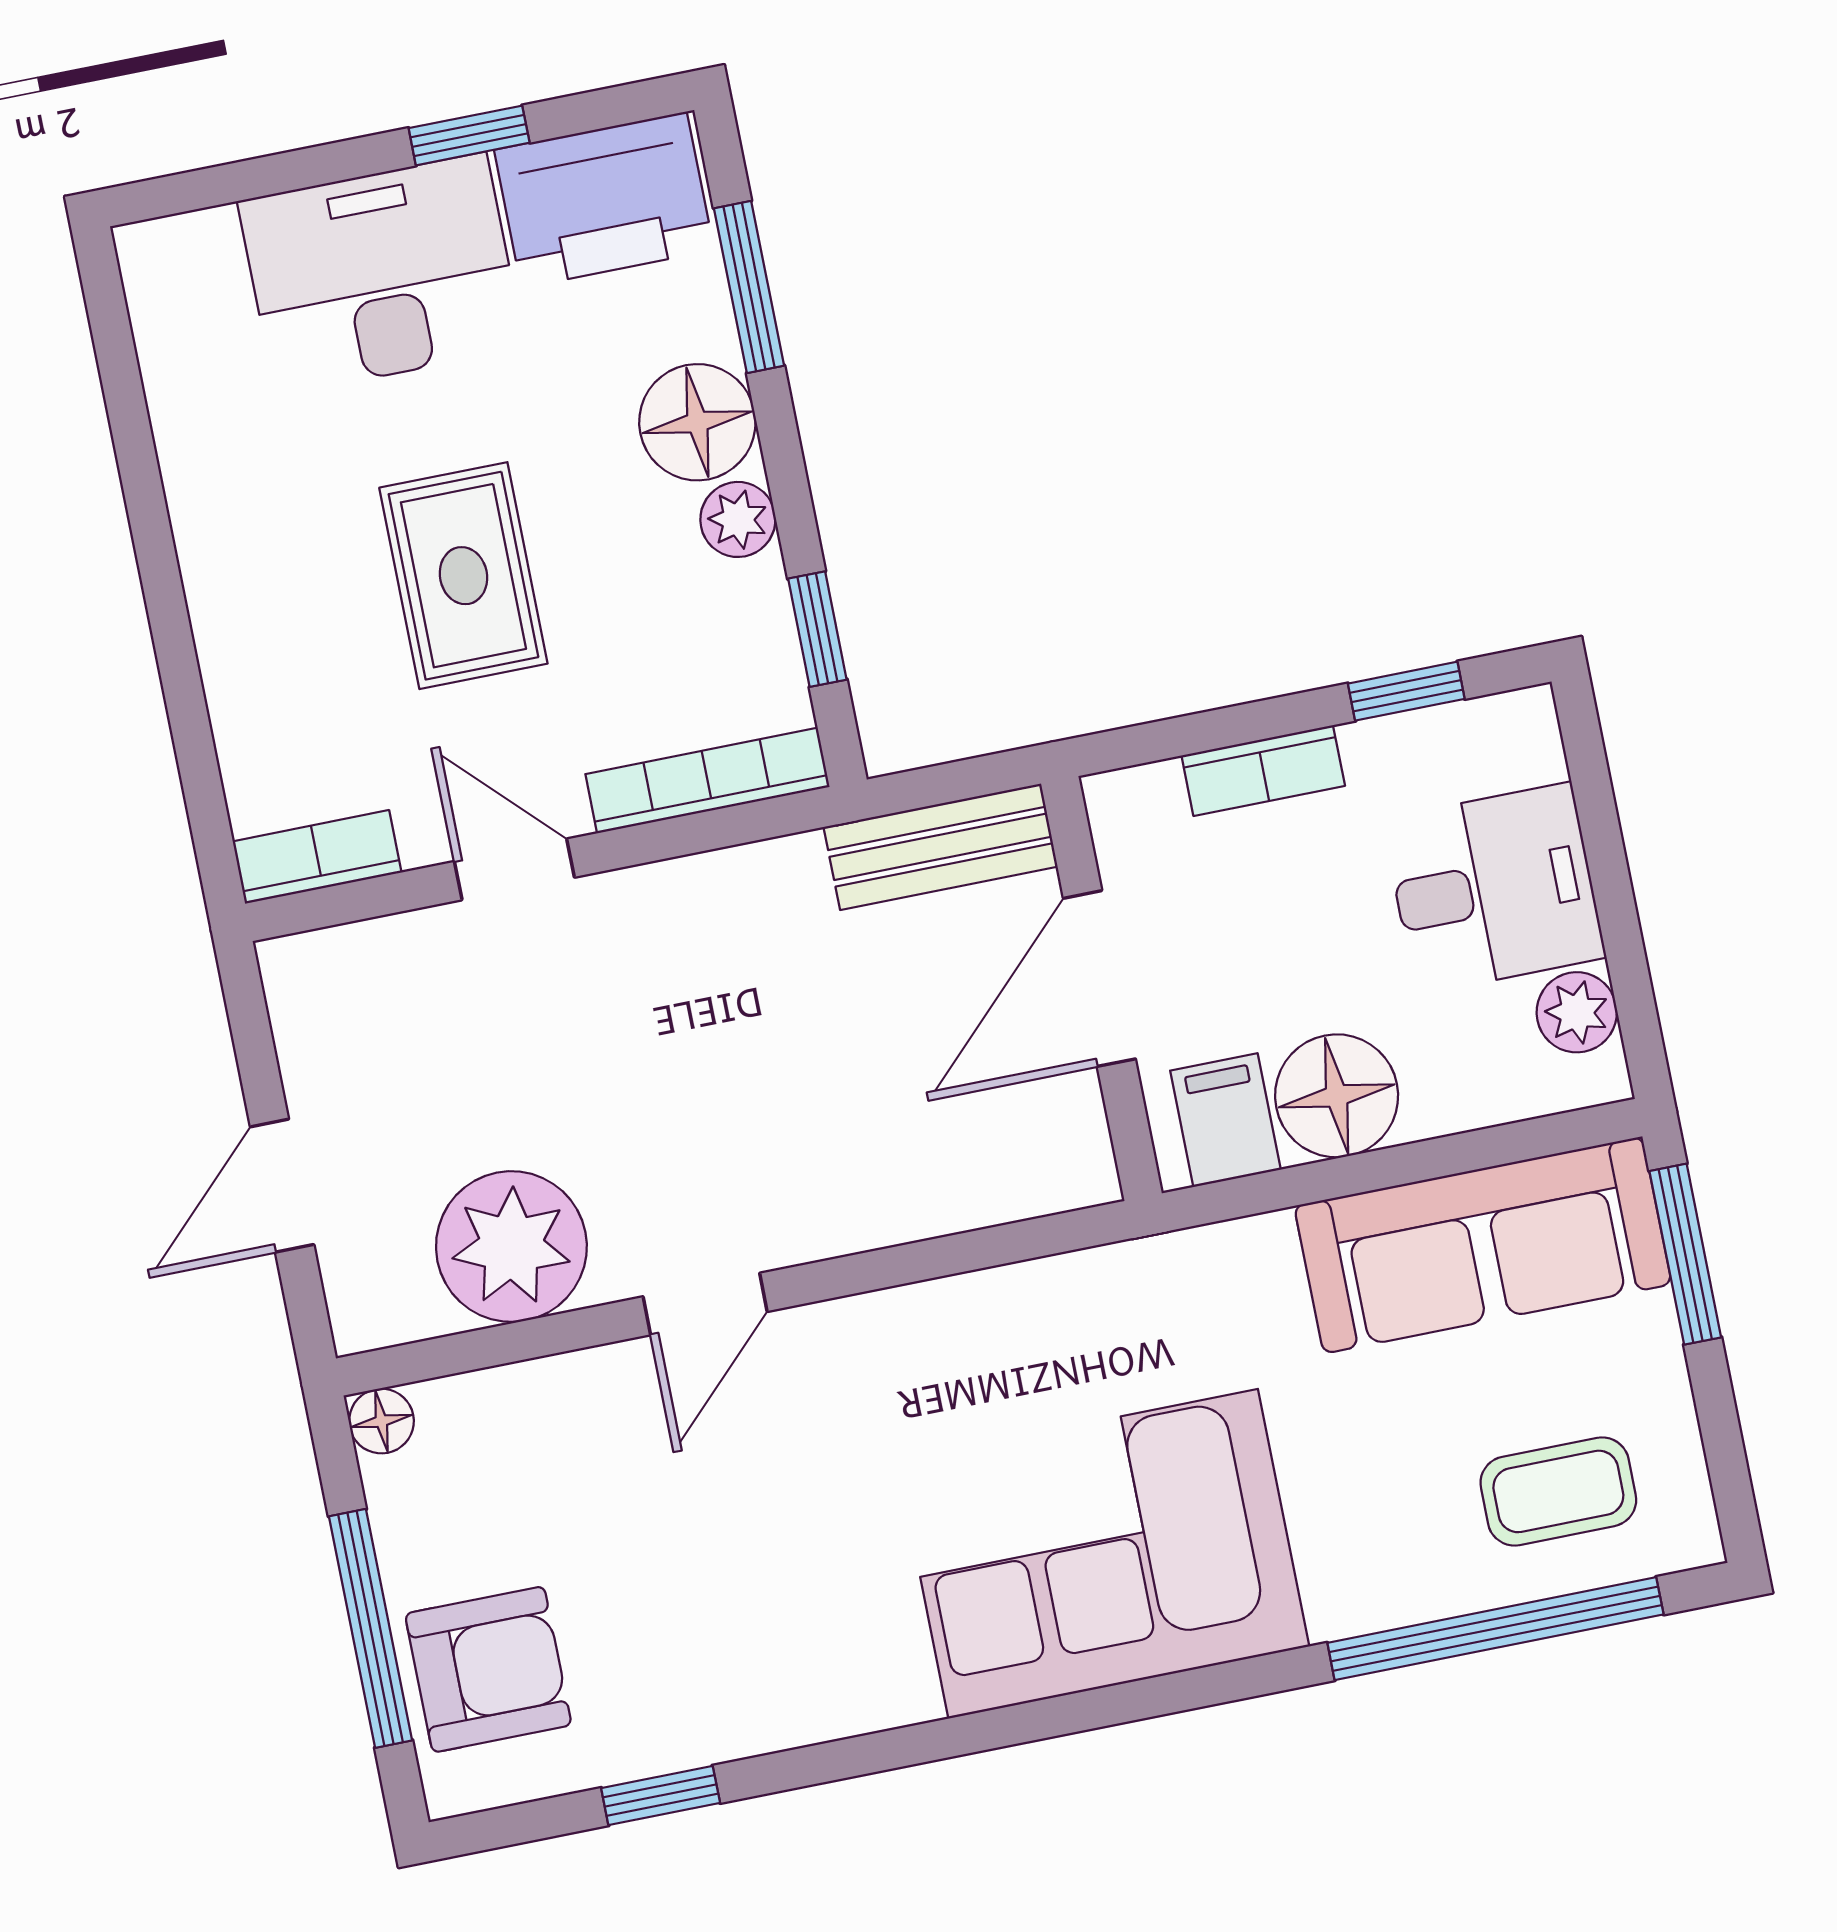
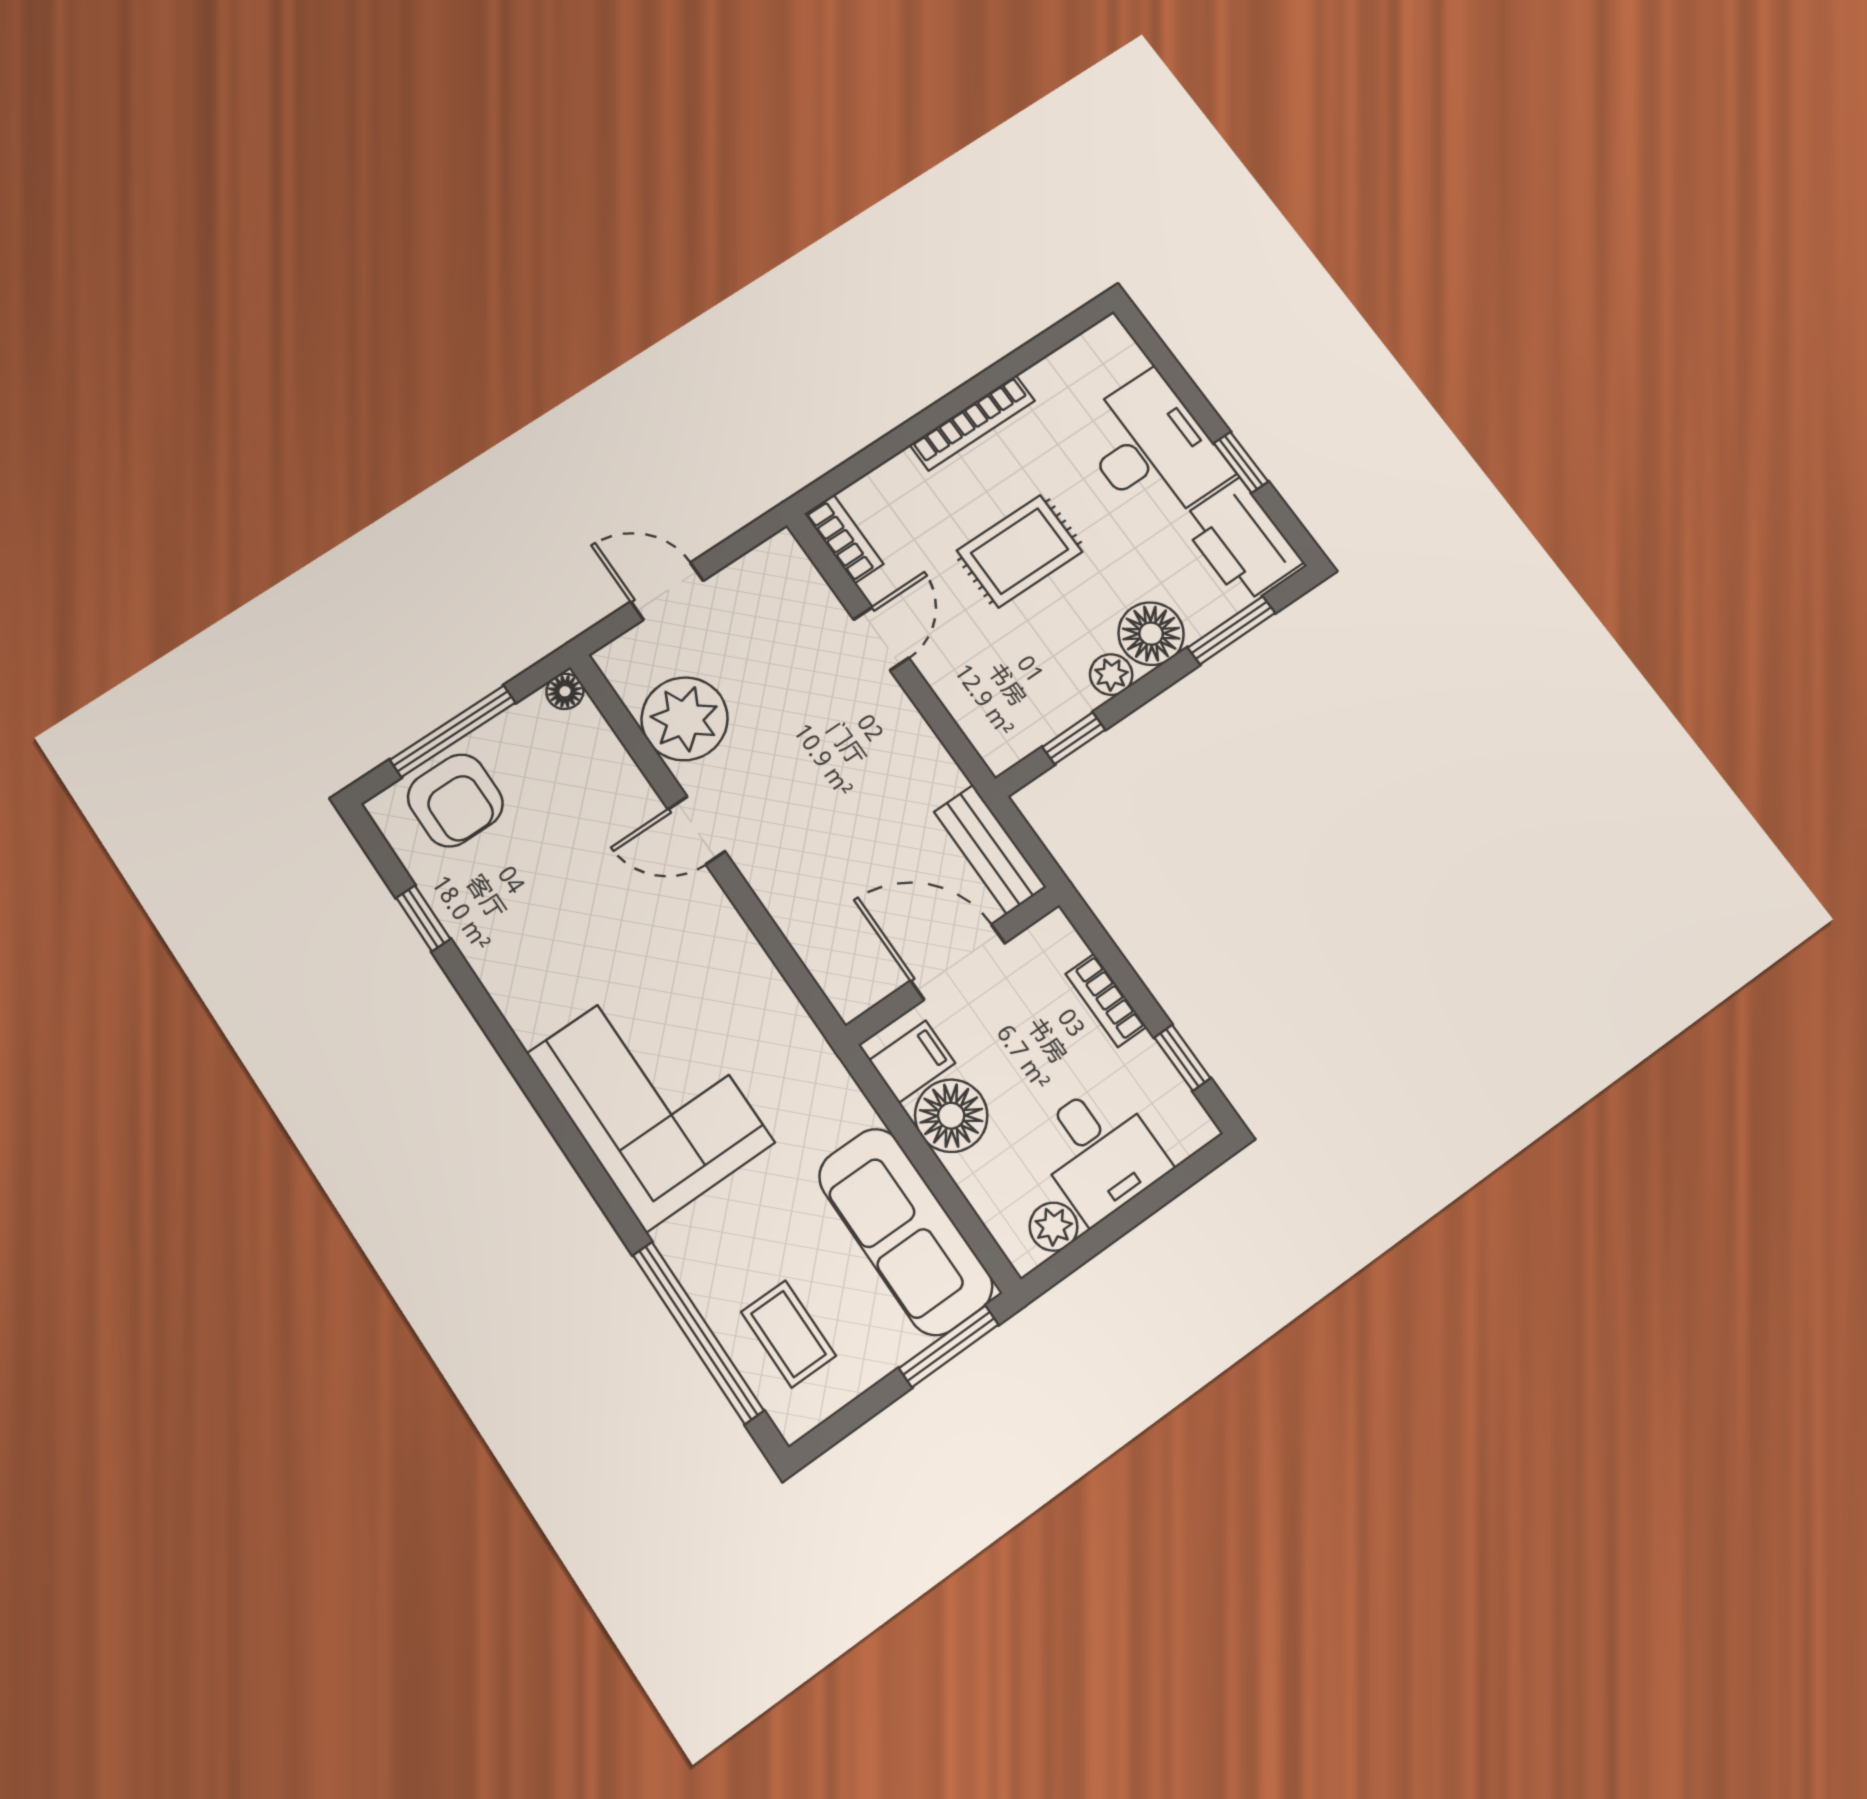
bookcase: (707, 781) -> (972, 423), moved, turned 90

